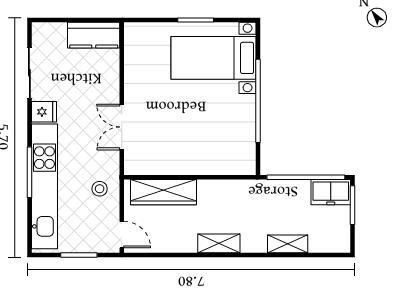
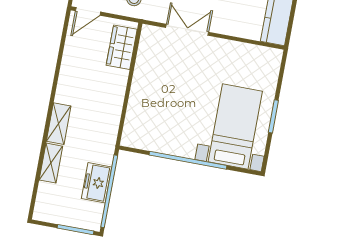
wardrobe: (164, 192) -> (122, 47), width x0.67
freezer: (331, 192) -> (97, 183), moved
shelving: (219, 243) -> (59, 124), moved

